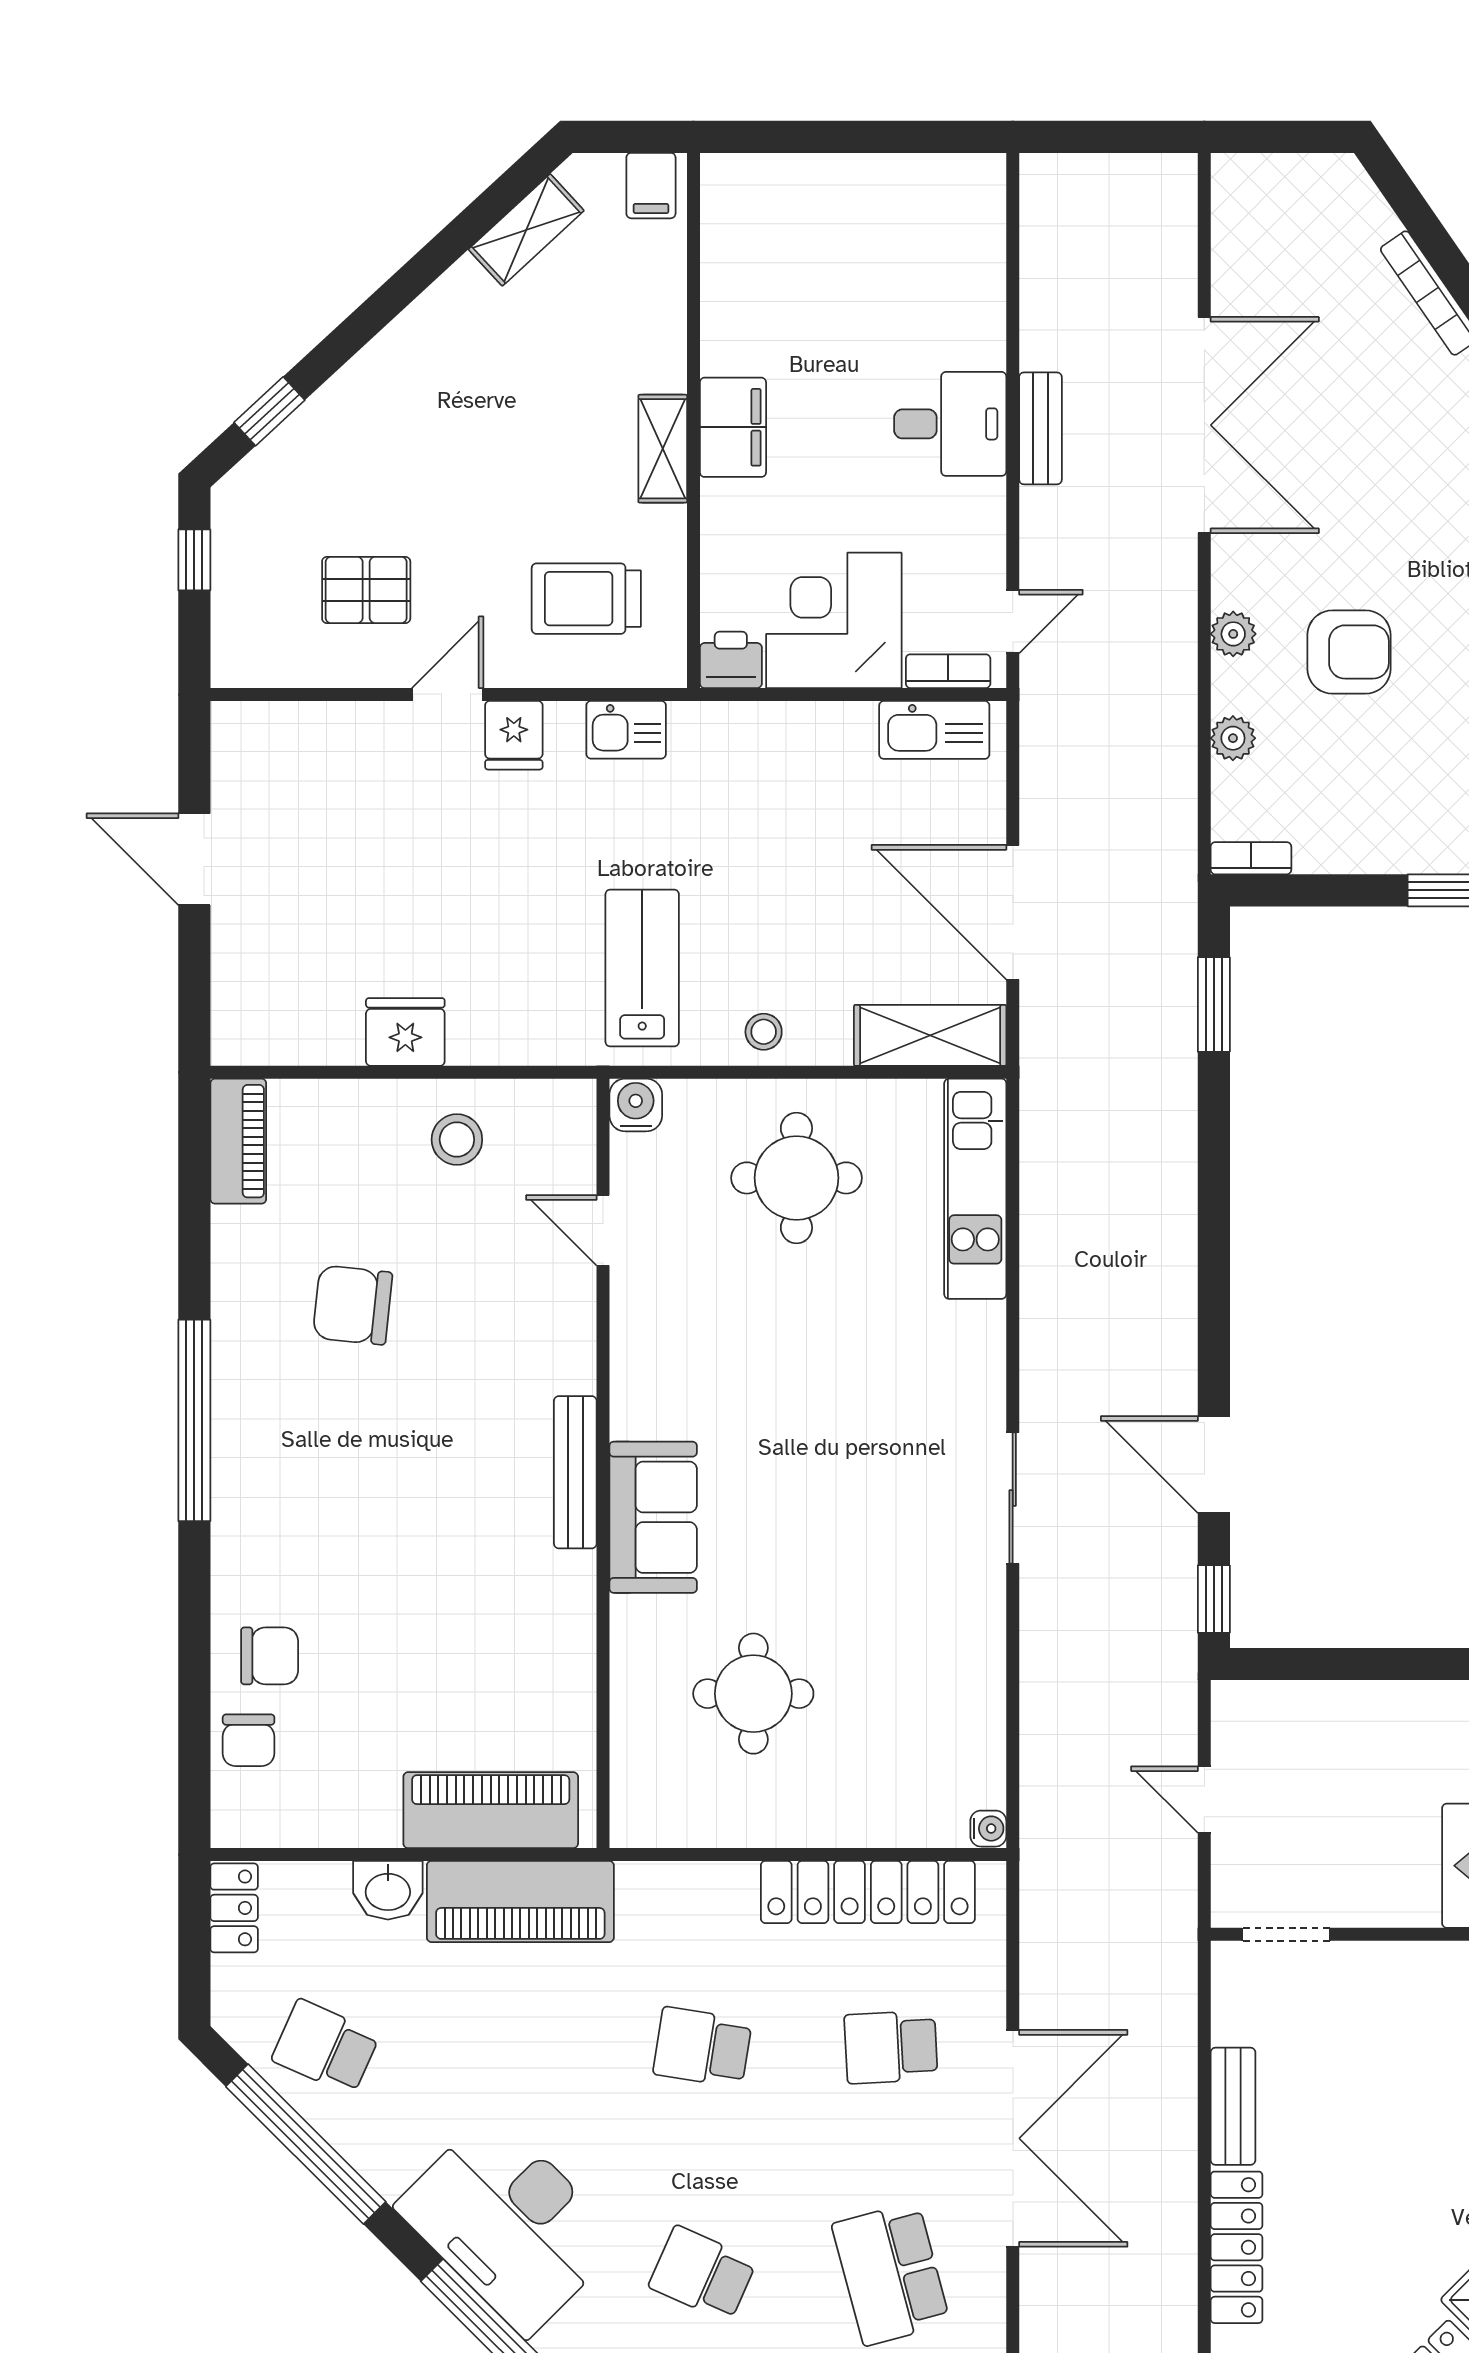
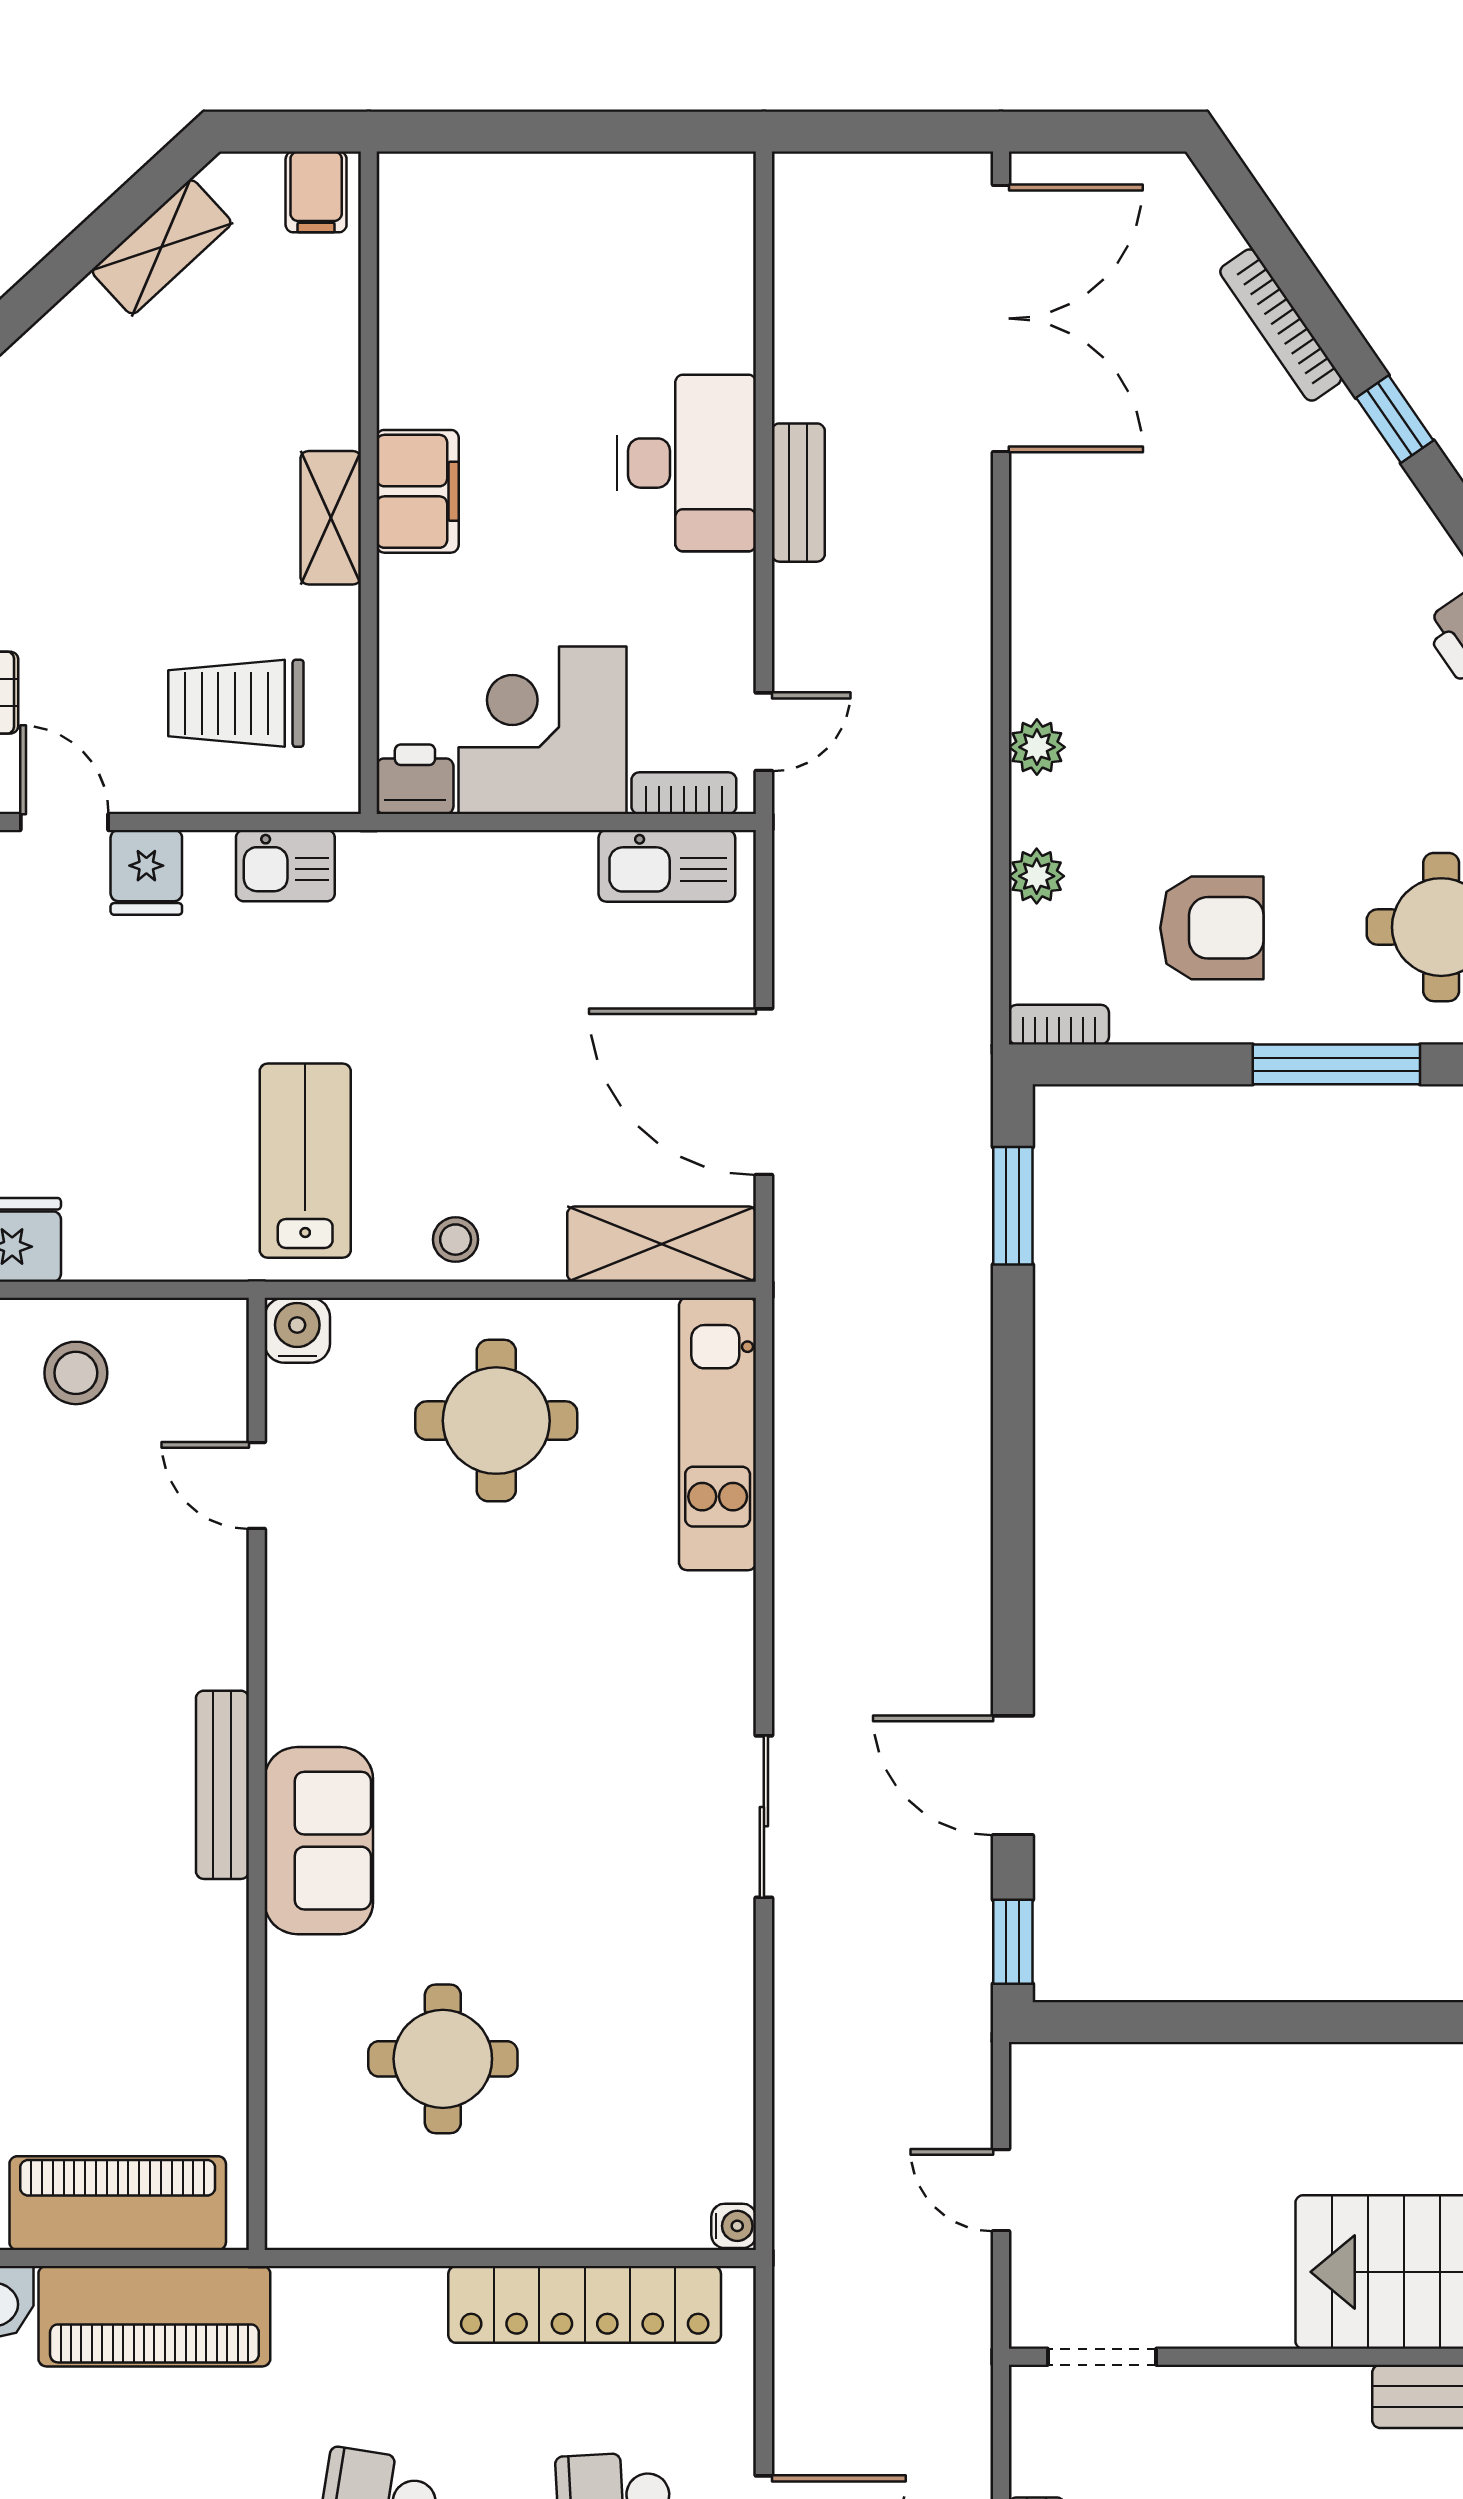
desk: (950, 424) -> (687, 463), width x1.37
double door: (1204, 425) -> (1001, 318), moved
armchair: (1349, 652) -> (1212, 928), moved
door: (448, 694) -> (64, 822), hinge flipped

